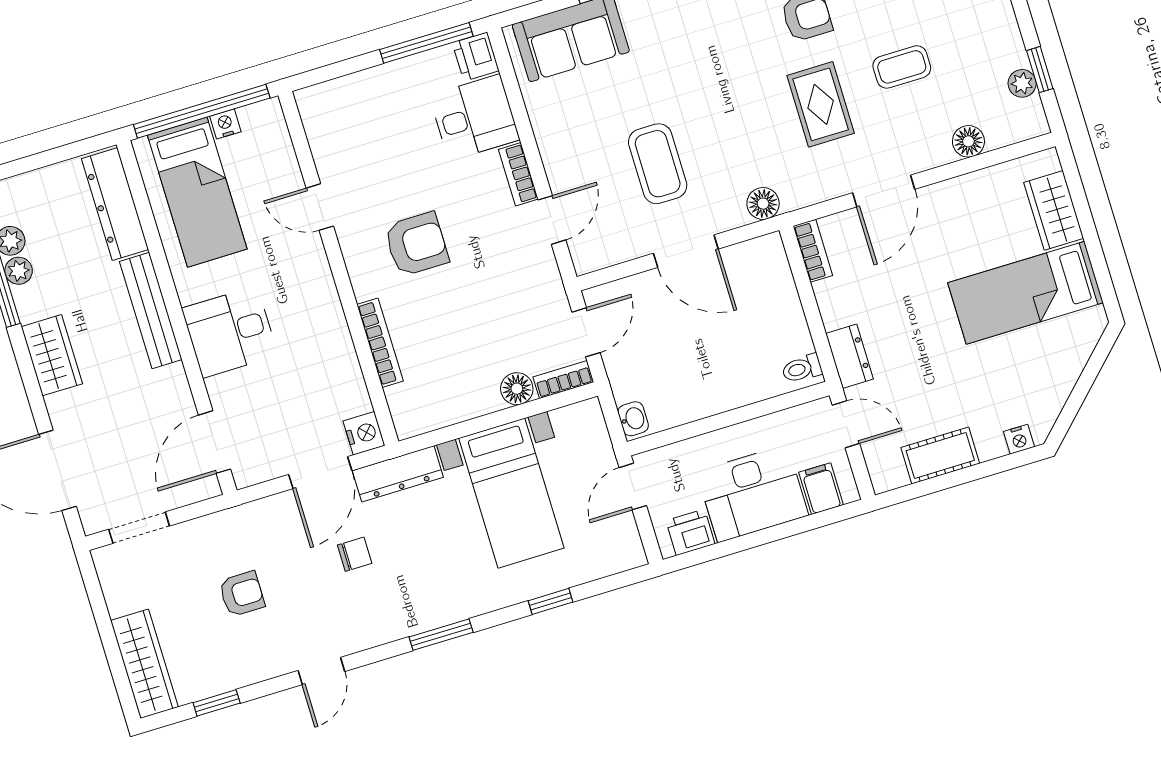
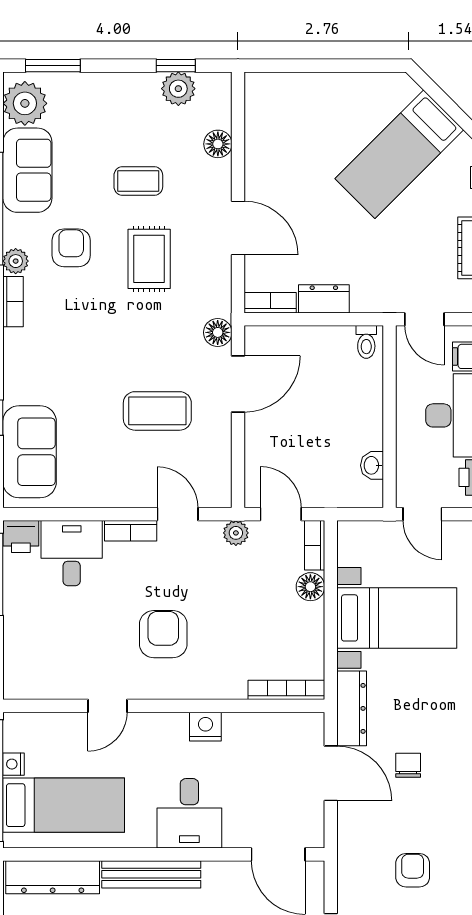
coffee table: (902, 67) -> (138, 181), turned 90
plant: (1022, 83) -> (178, 89), width x1.38, depth x1.38
rug: (821, 104) -> (149, 259), turned 90
wardrobe: (1054, 210) -> (298, 90), removed
door: (686, 251) -> (238, 384), moved
plant: (551, 290) -> (236, 533), added
bed: (1026, 293) -> (399, 154), moved, turned 45
bookcase: (380, 343) -> (286, 690), moved
dresser: (849, 356) -> (324, 299), moved
washbasin: (633, 419) -> (372, 465), moved, turned -90
door: (846, 424) -> (424, 319), swing flipped
nightstand: (364, 433) -> (205, 727), moved

